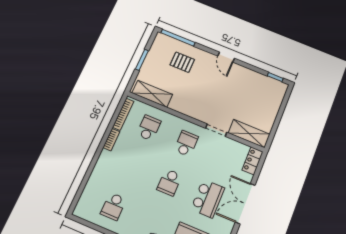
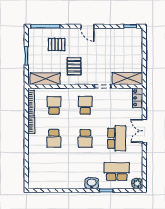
pallet: (192, 94) -> (74, 66), added
double door: (245, 204) -> (144, 131), width x0.73
school desk: (113, 206) -> (54, 138), moved

